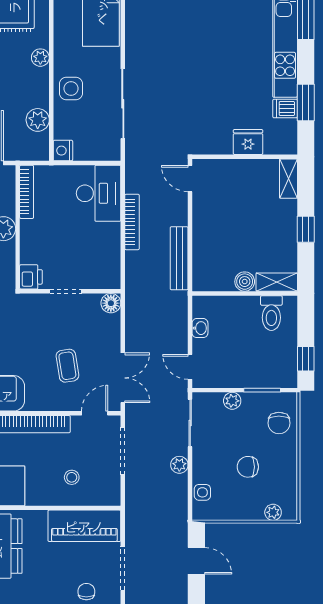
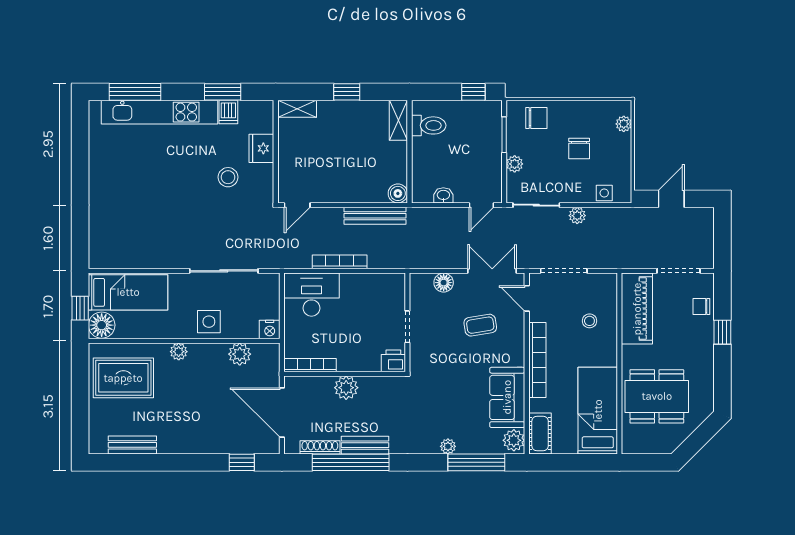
stool: (219, 108) -> (228, 177), added
boiler: (245, 282) -> (398, 193), moved
floor lamp: (111, 303) -> (444, 283), moved

